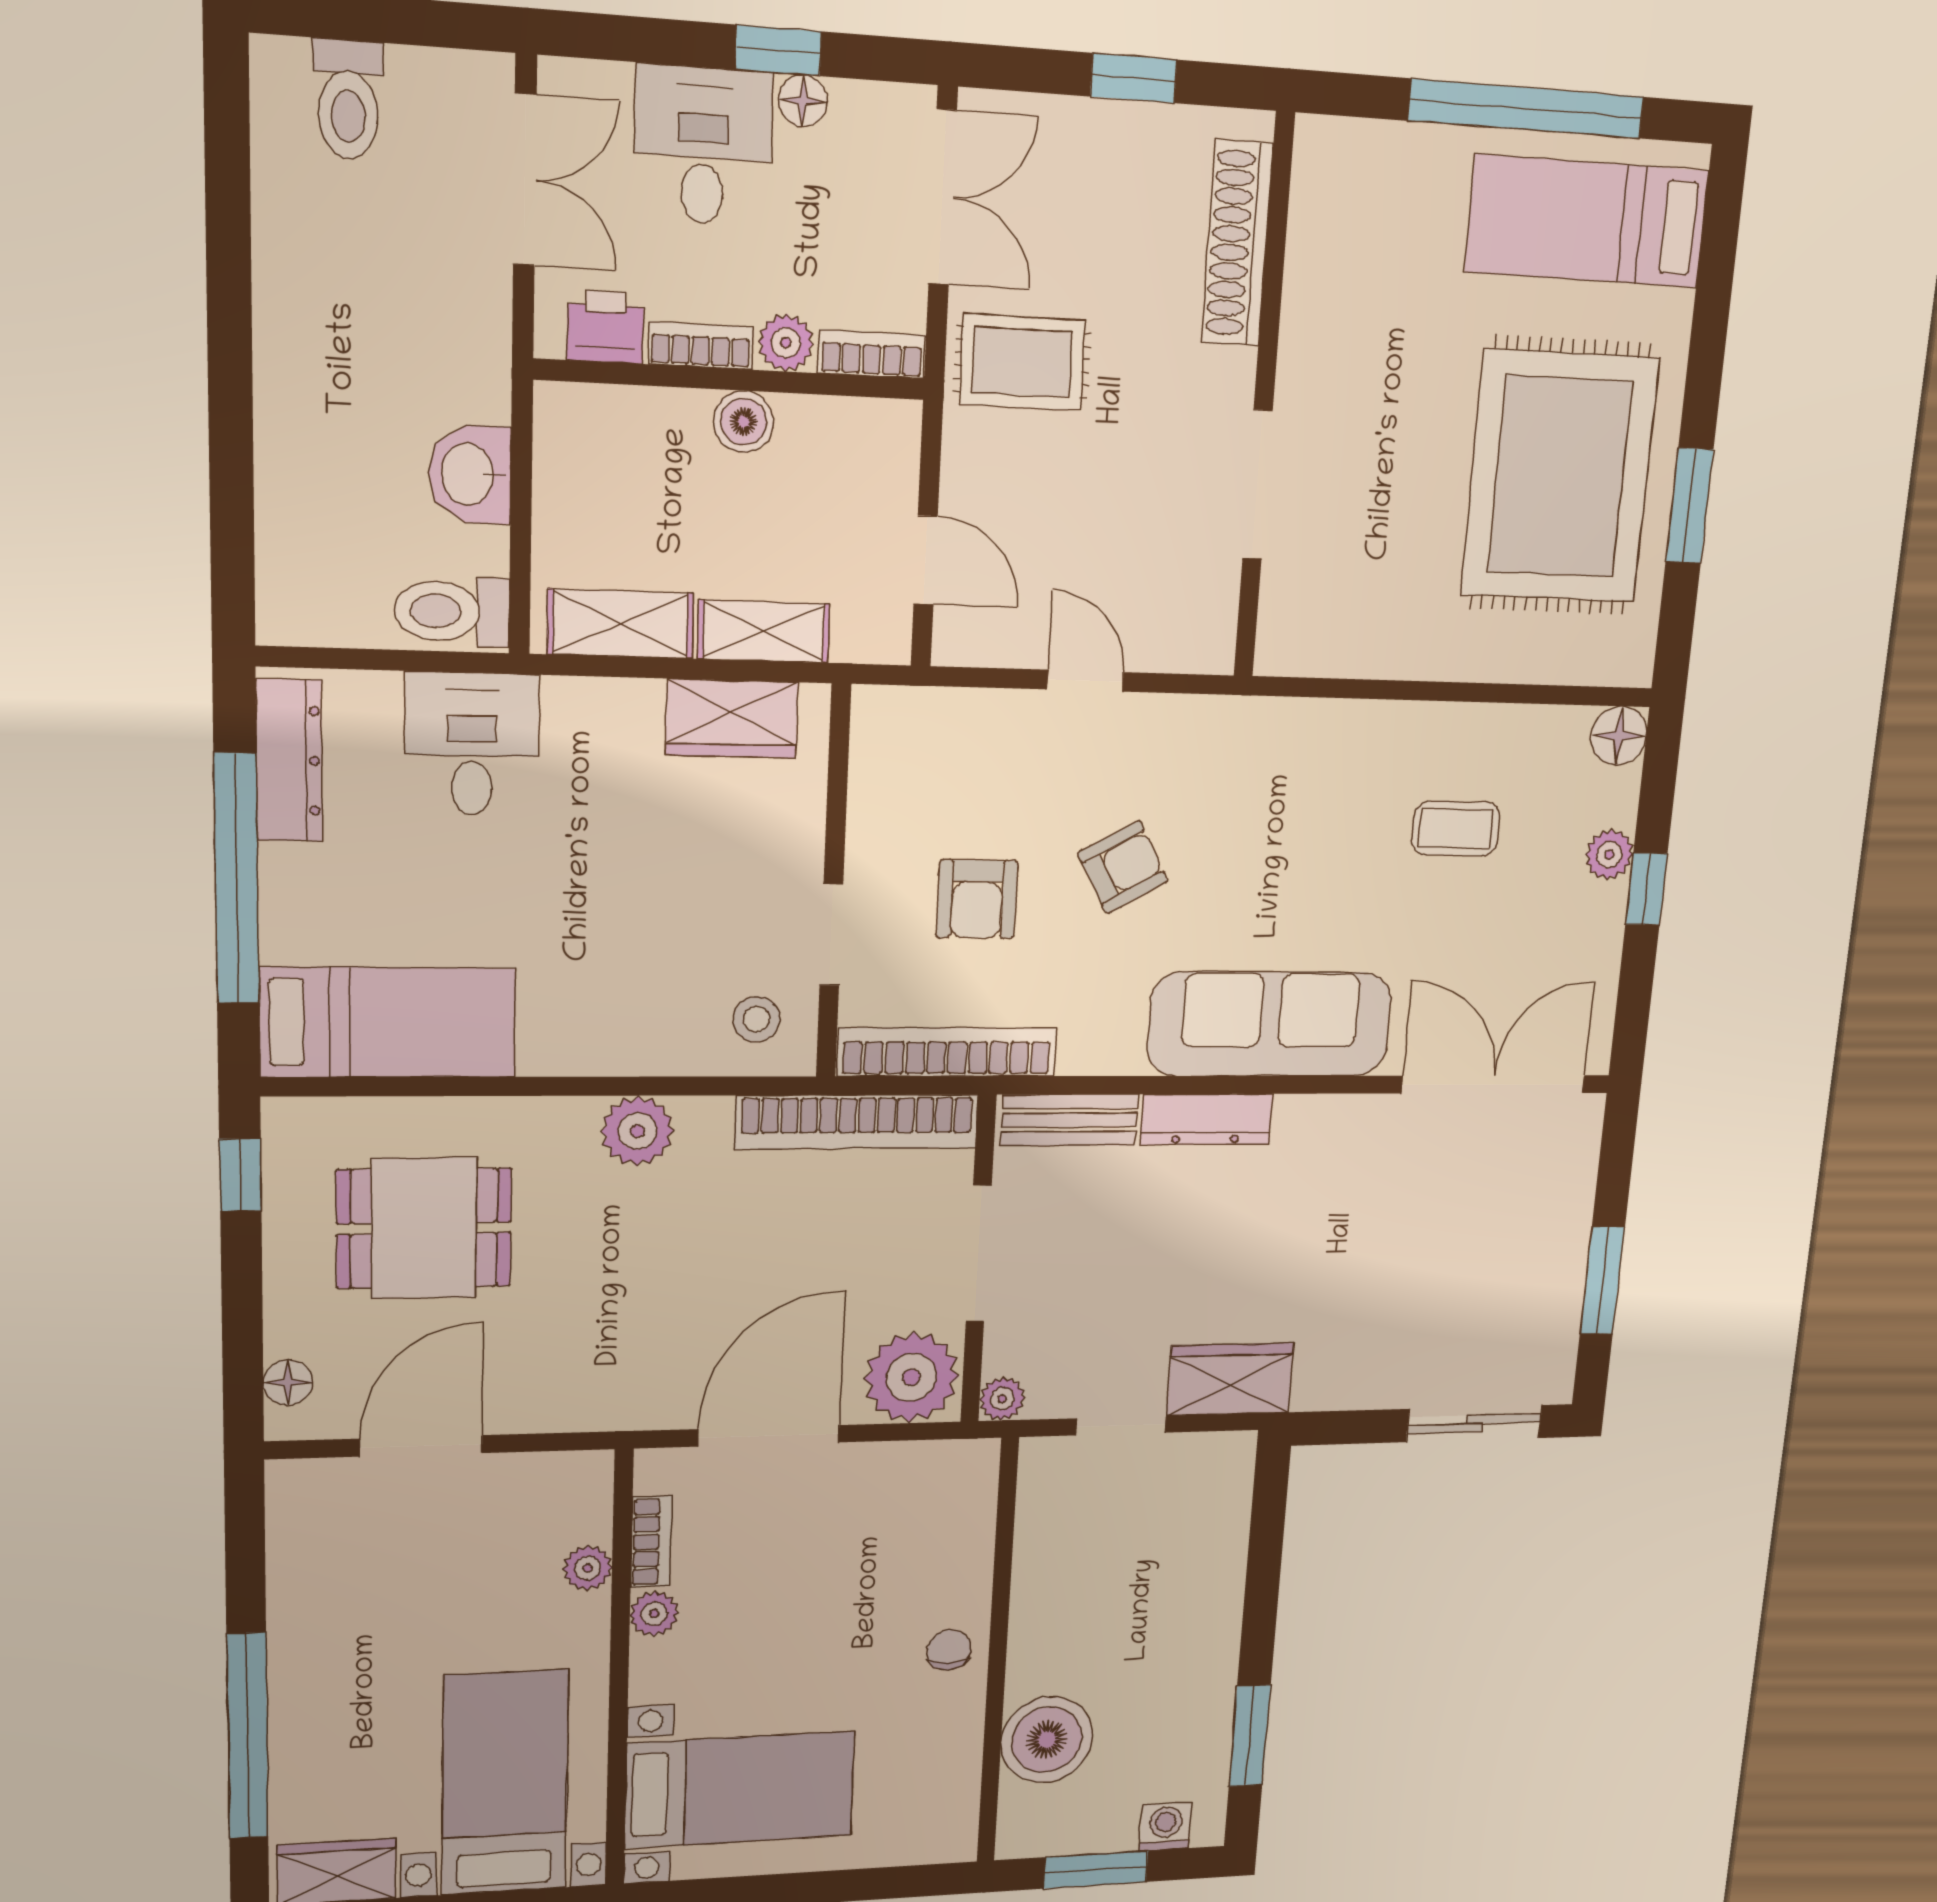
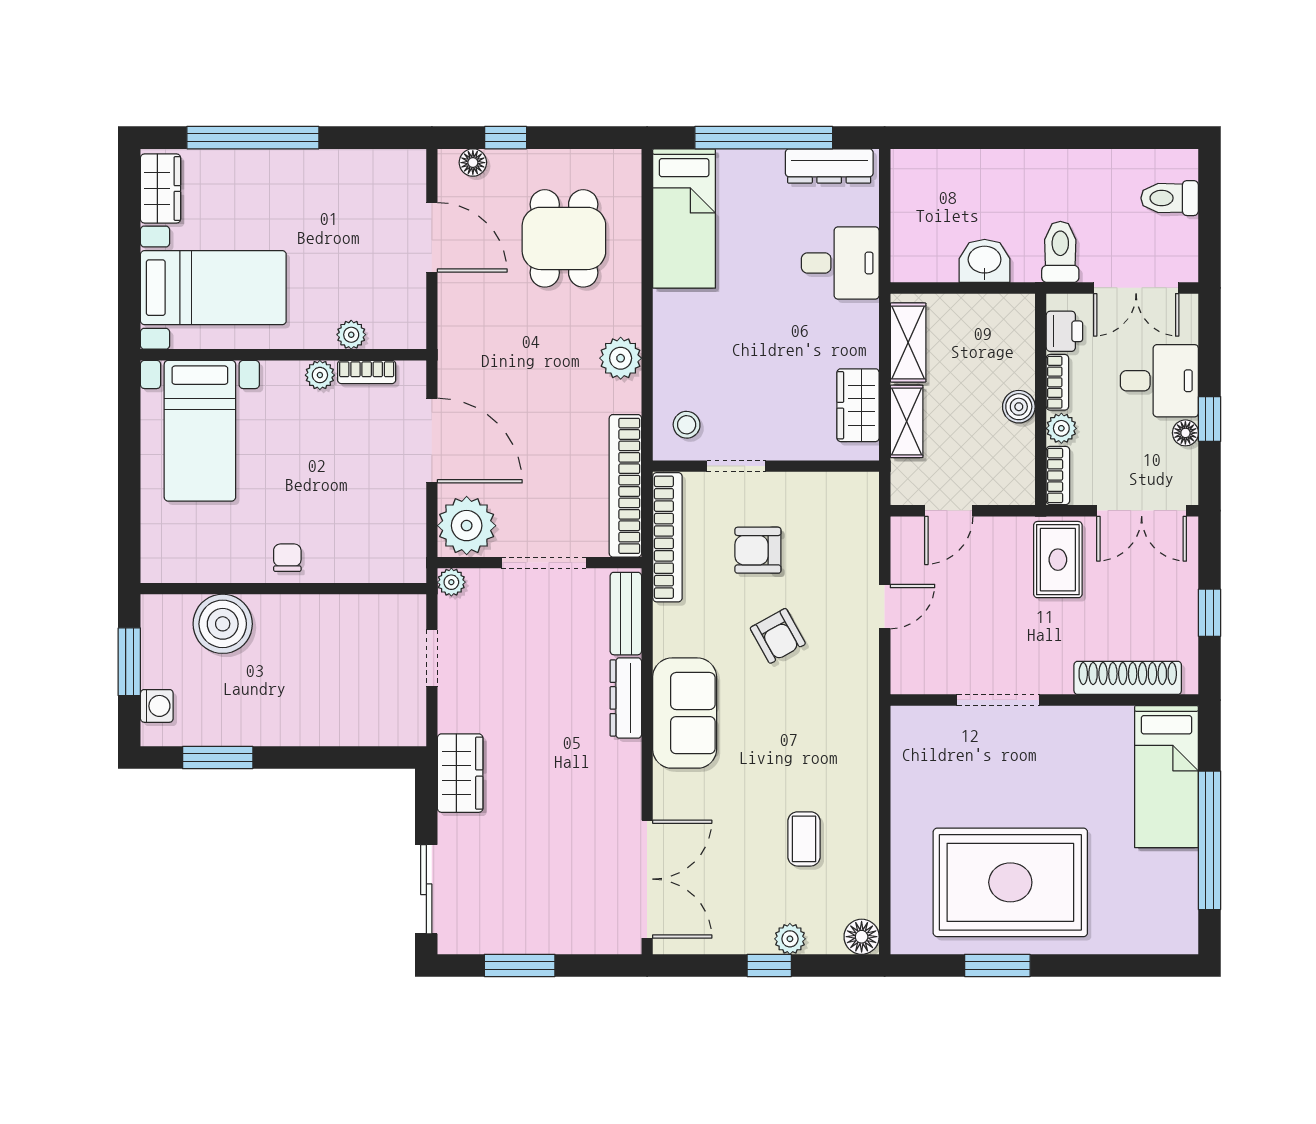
bed: (1587, 221) -> (1166, 777), moved, turned 180
toilet: (452, 611) -> (1060, 252), moved
sofa: (1270, 1024) -> (685, 713), width x0.73
window: (240, 1175) -> (506, 138), moved
wardrobe: (1230, 1379) -> (460, 773), moved
chair: (949, 1650) -> (287, 558), turned -90

